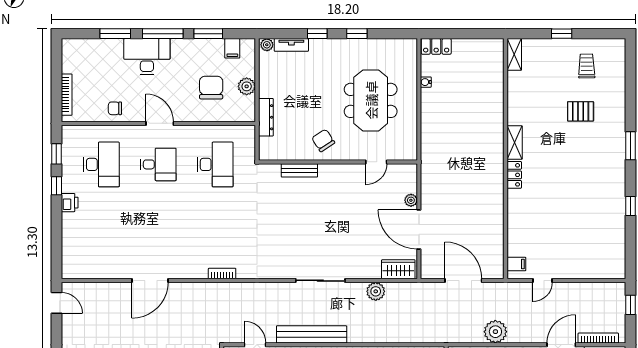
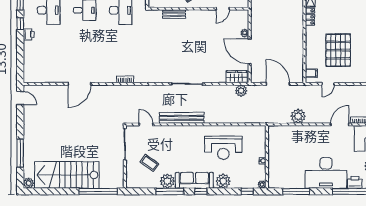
pallet: (559, 227) -> (338, 50), added
plant: (376, 291) -> (241, 91), moved

